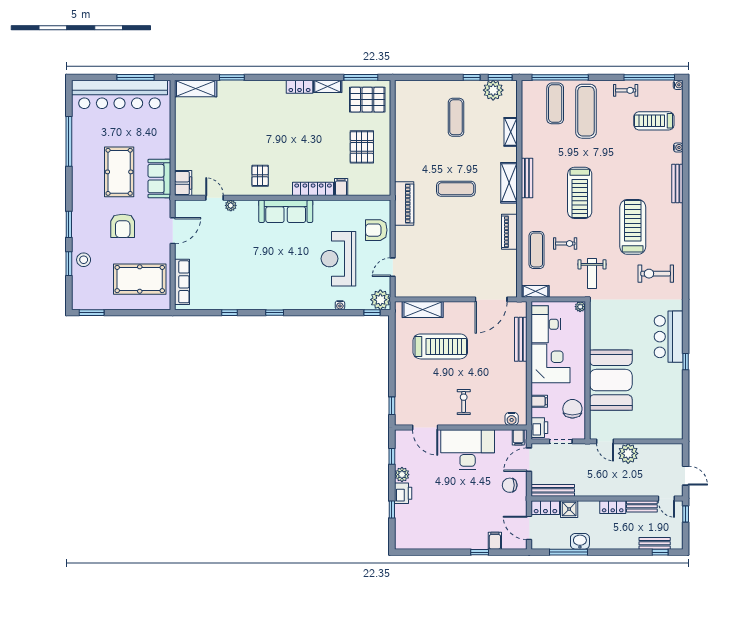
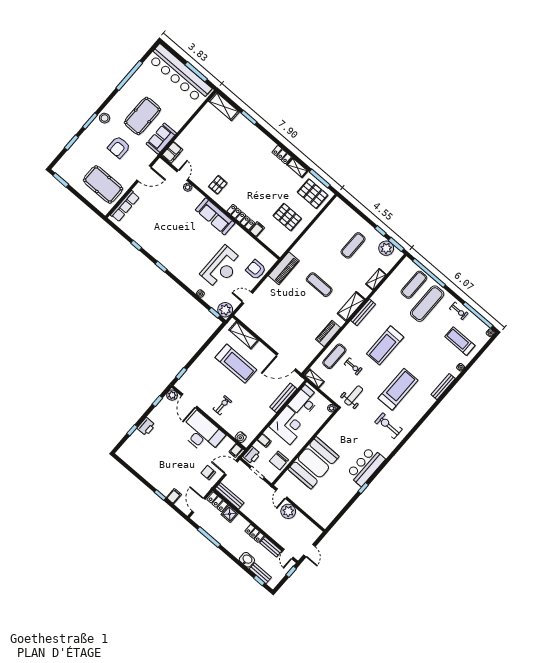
pallet: (362, 147) -> (287, 217), turned 90
reception desk: (338, 259) -> (222, 267), turned 180
stool: (84, 260) -> (105, 118), moved
weight bench: (592, 274) -> (354, 396), turned 180
chair: (572, 409) -> (279, 460), turned 180
plant: (402, 475) -> (172, 395), moved
washbasin: (580, 541) -> (247, 560), moved

